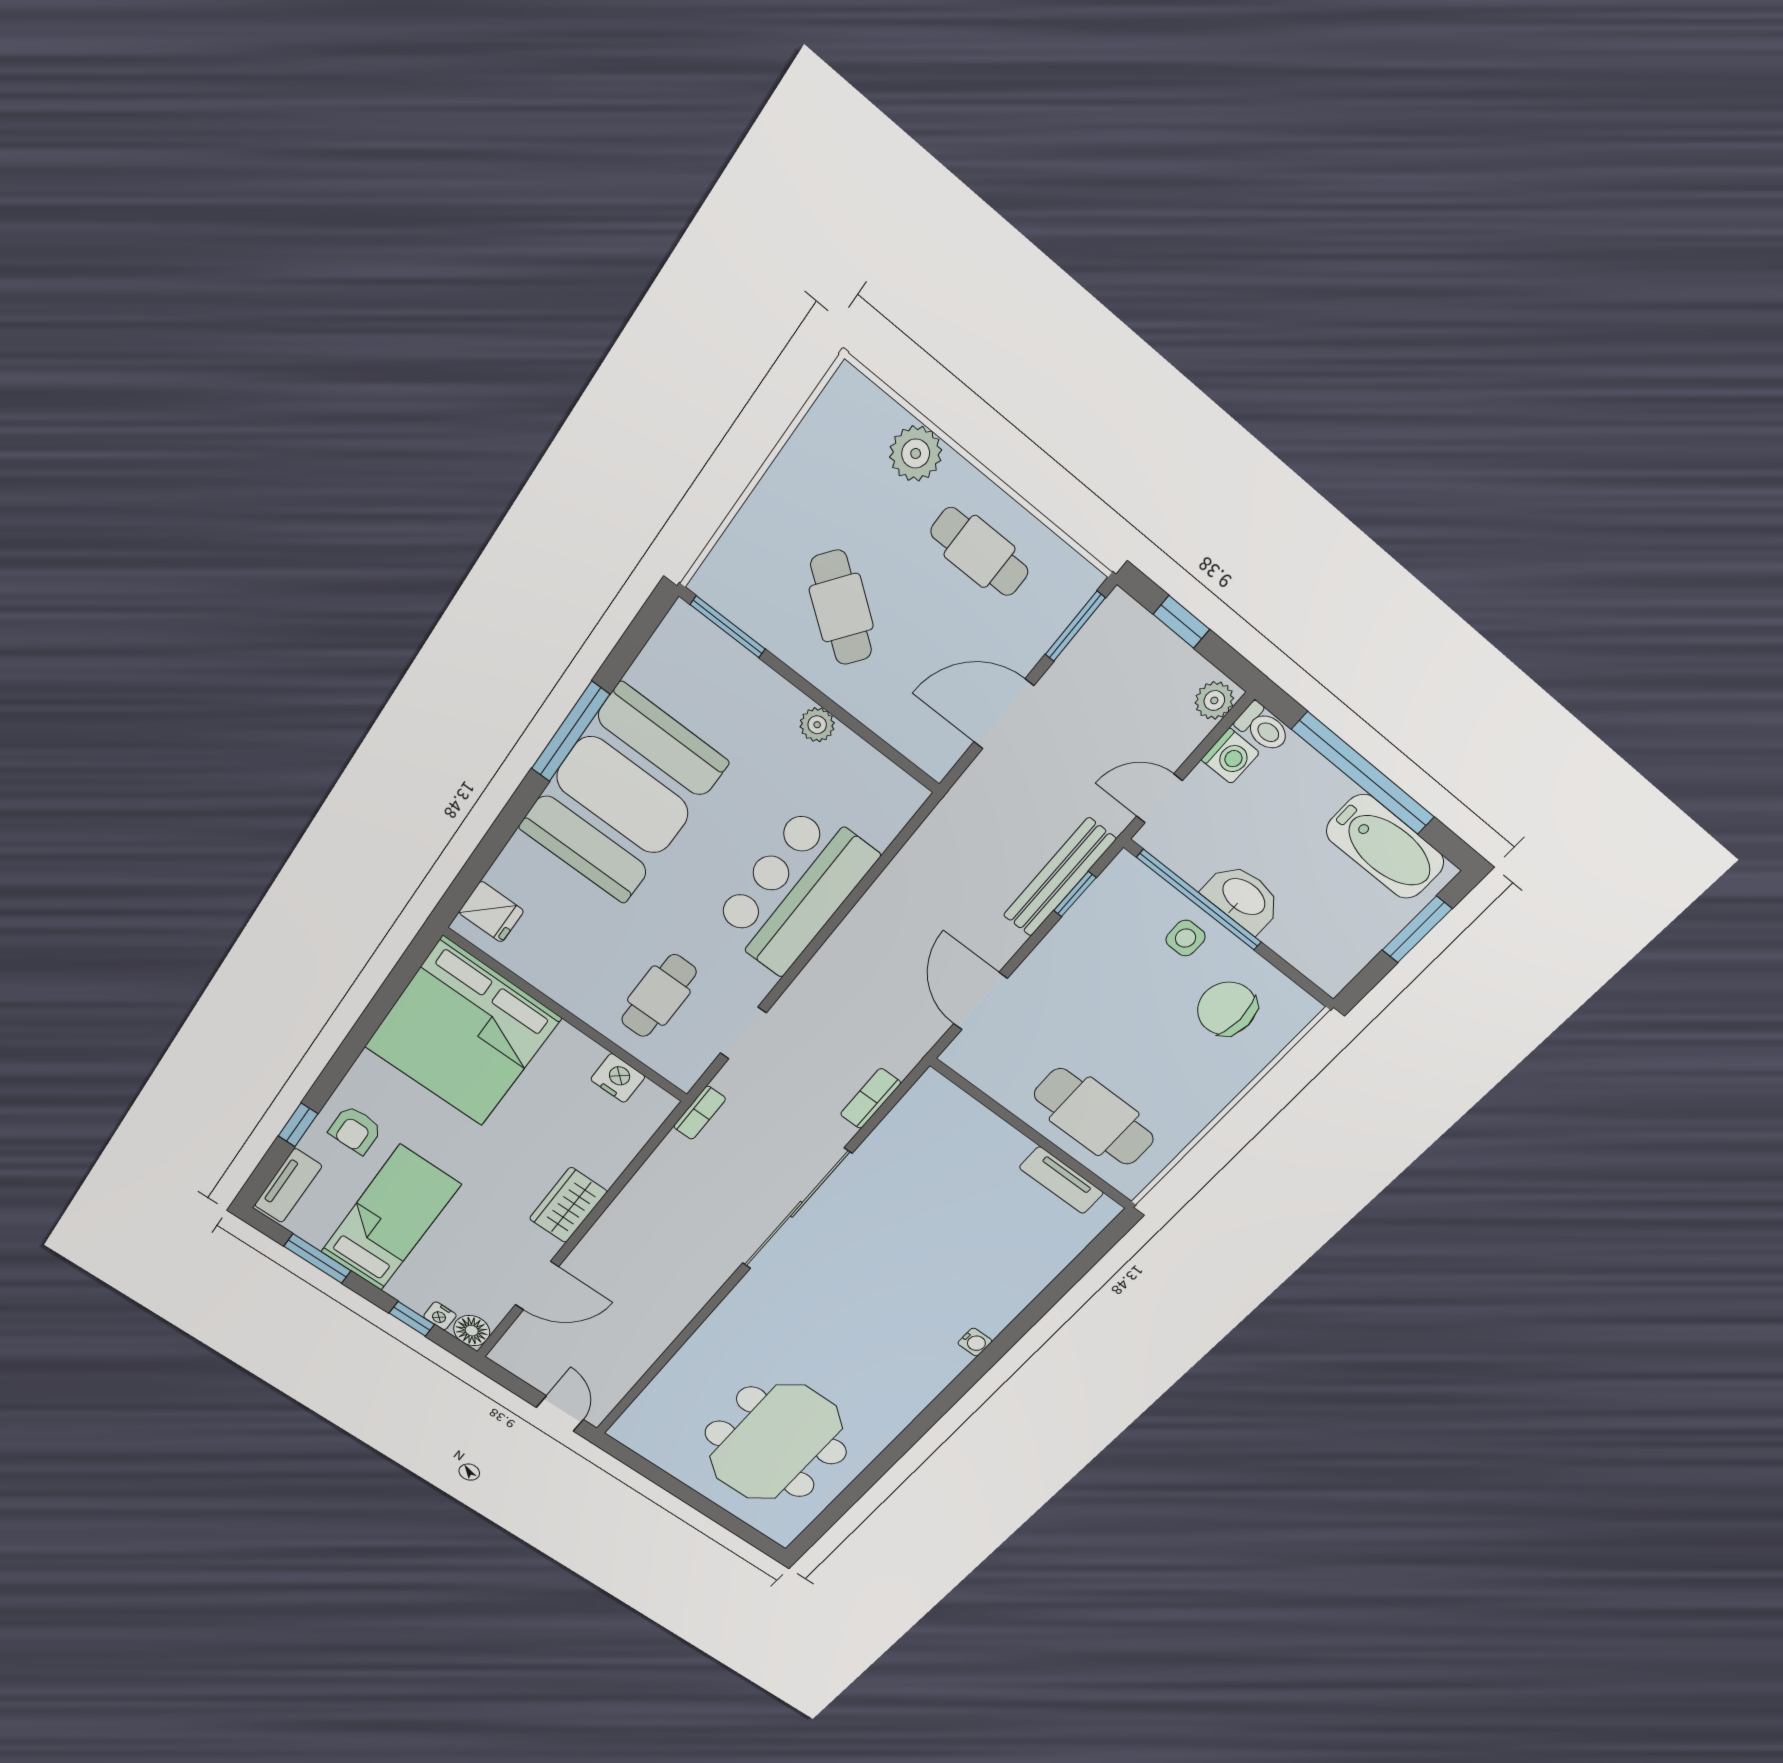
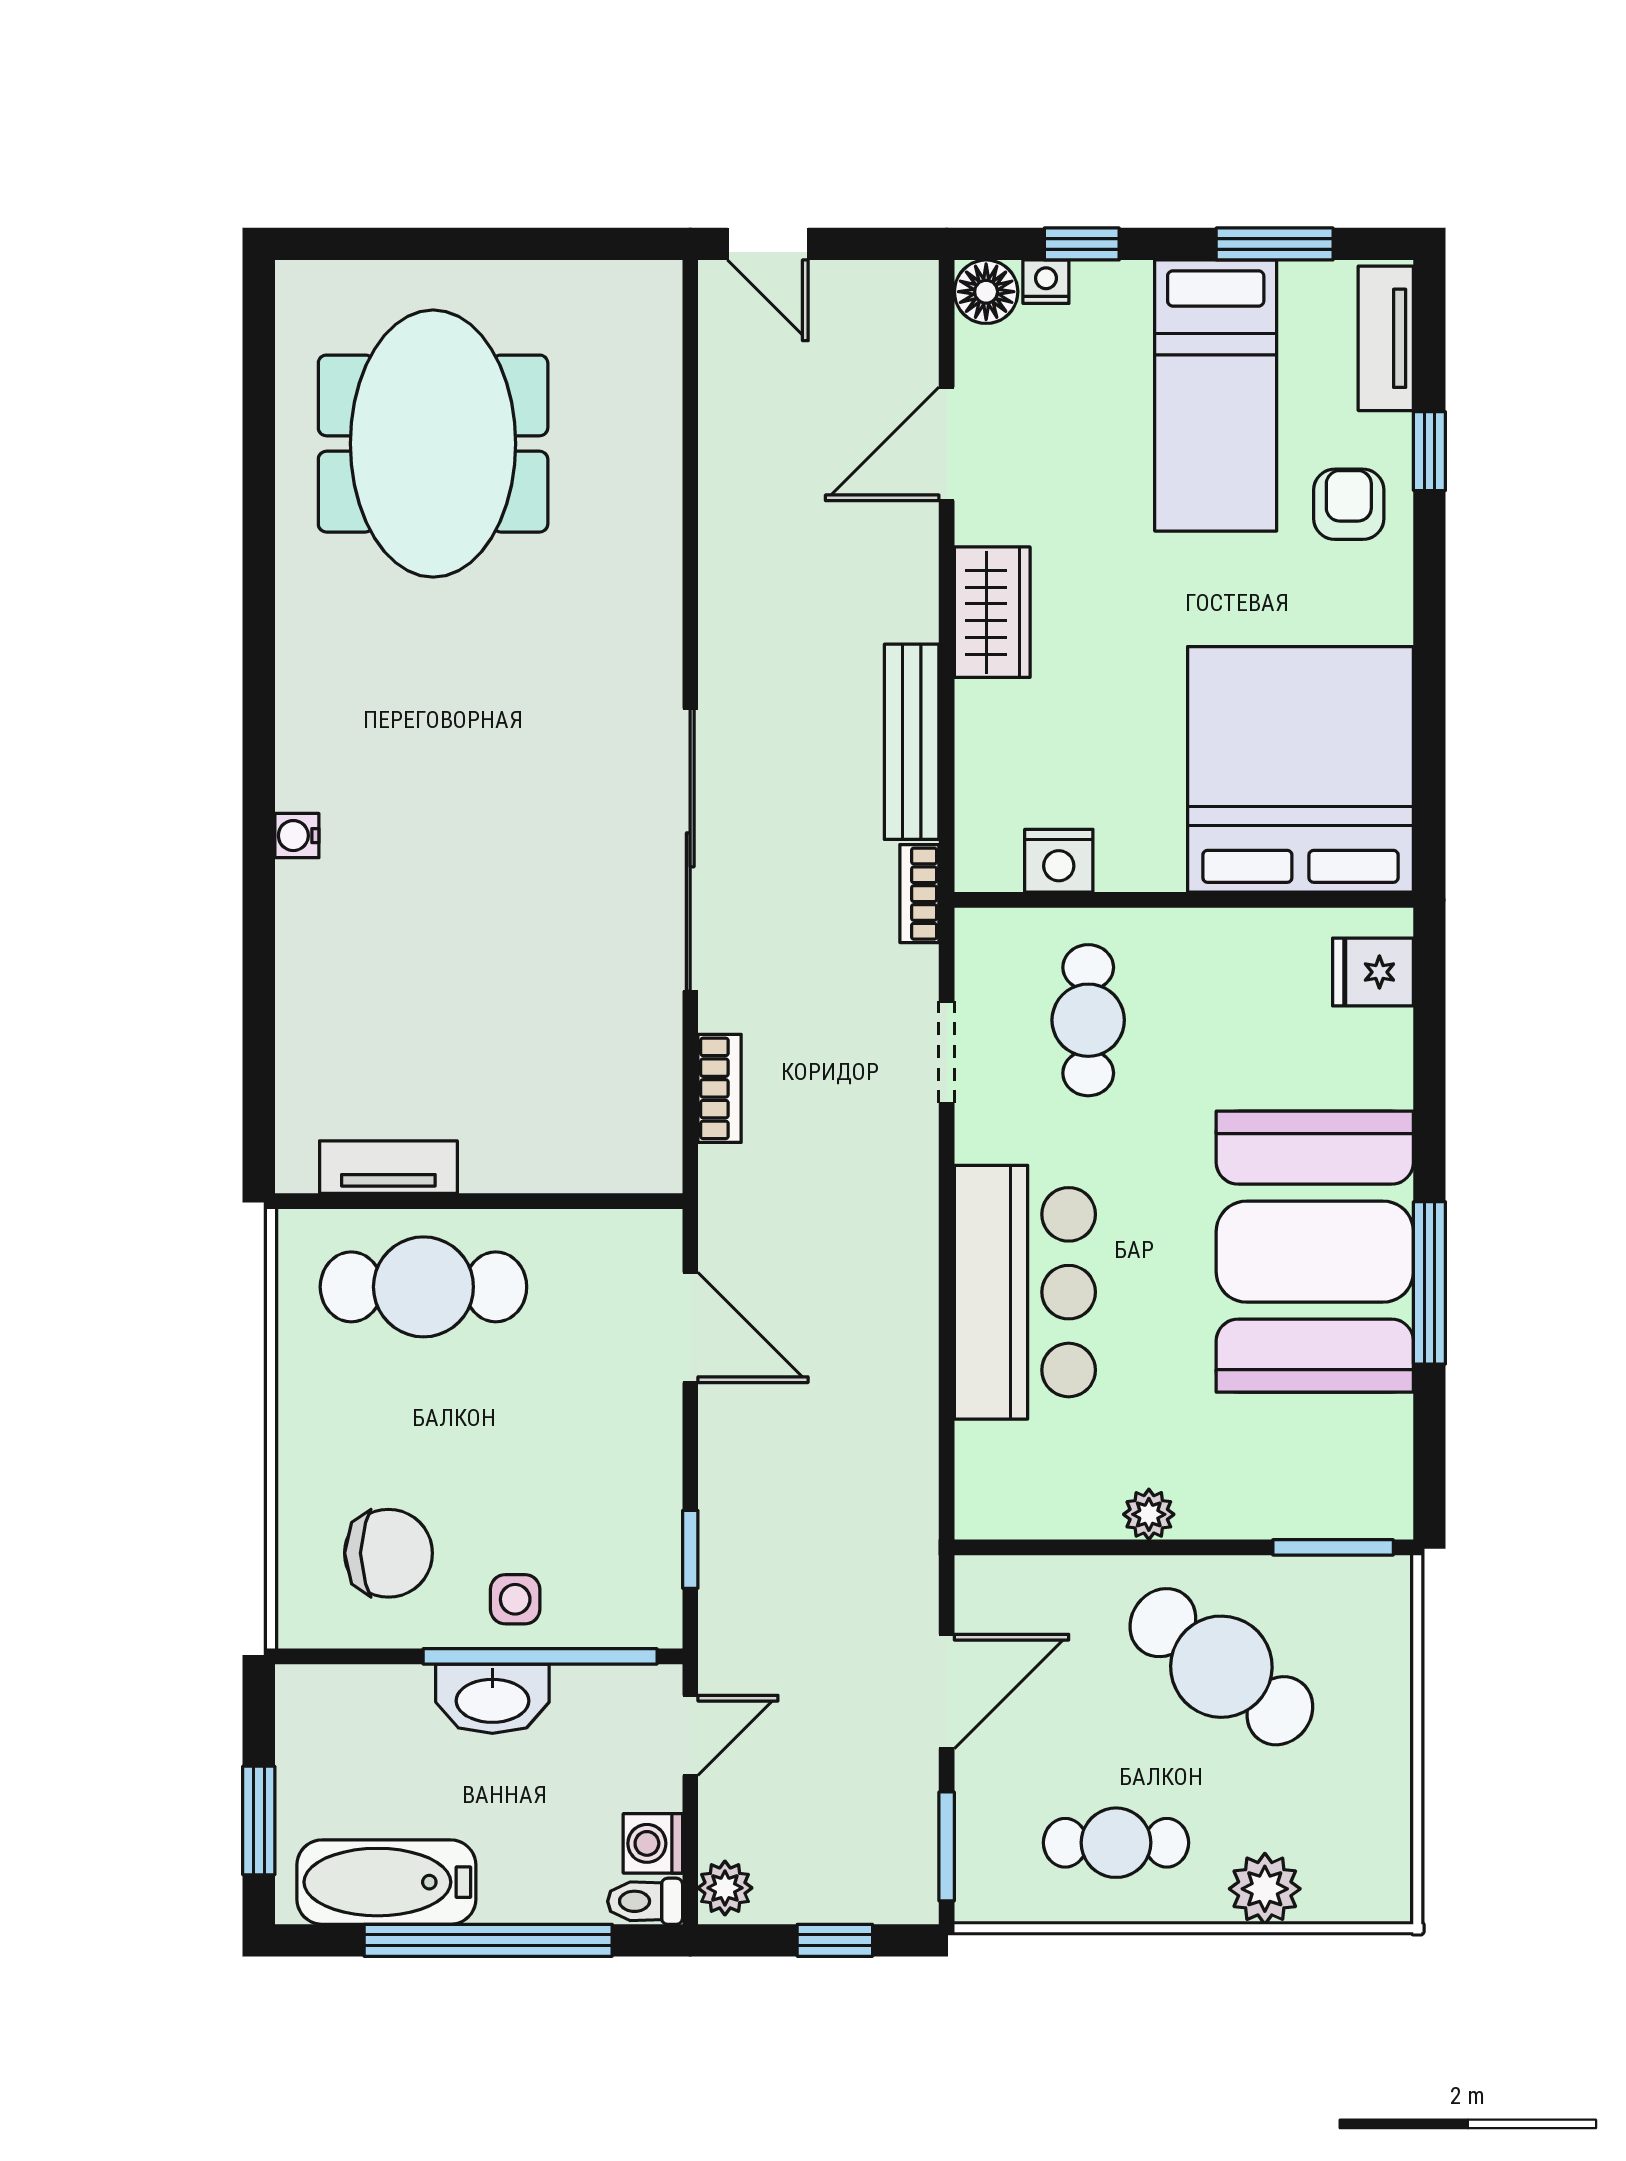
cafe table: (841, 608) -> (1221, 1667), width x1.37, depth x1.35
bench: (1059, 877) -> (912, 742), moved

